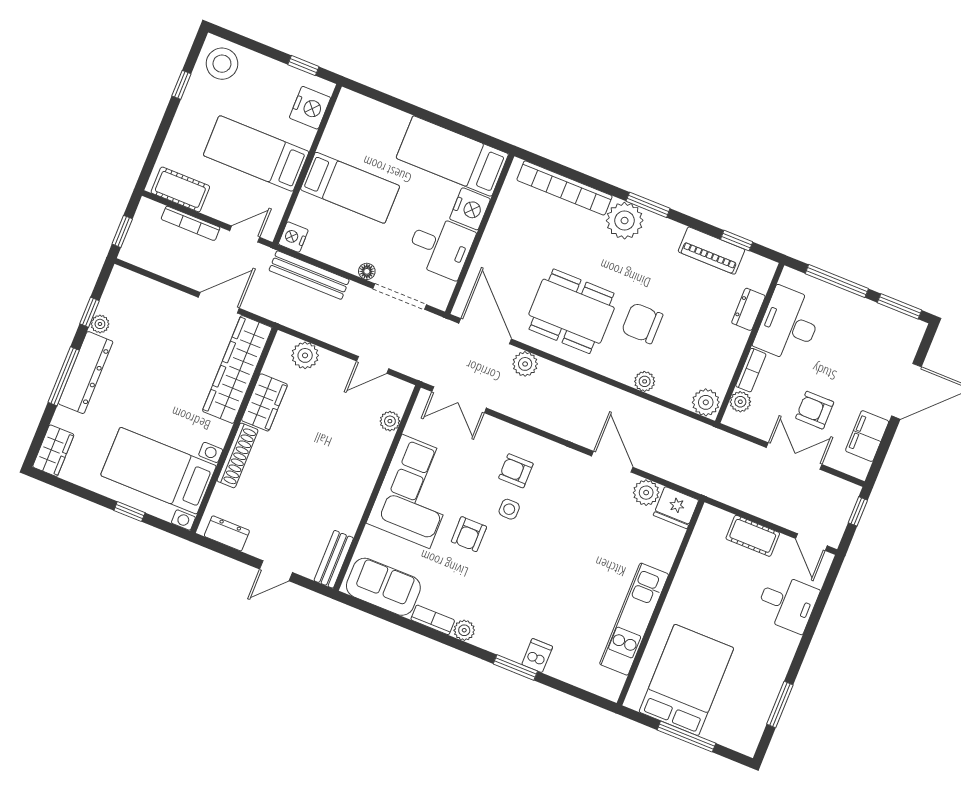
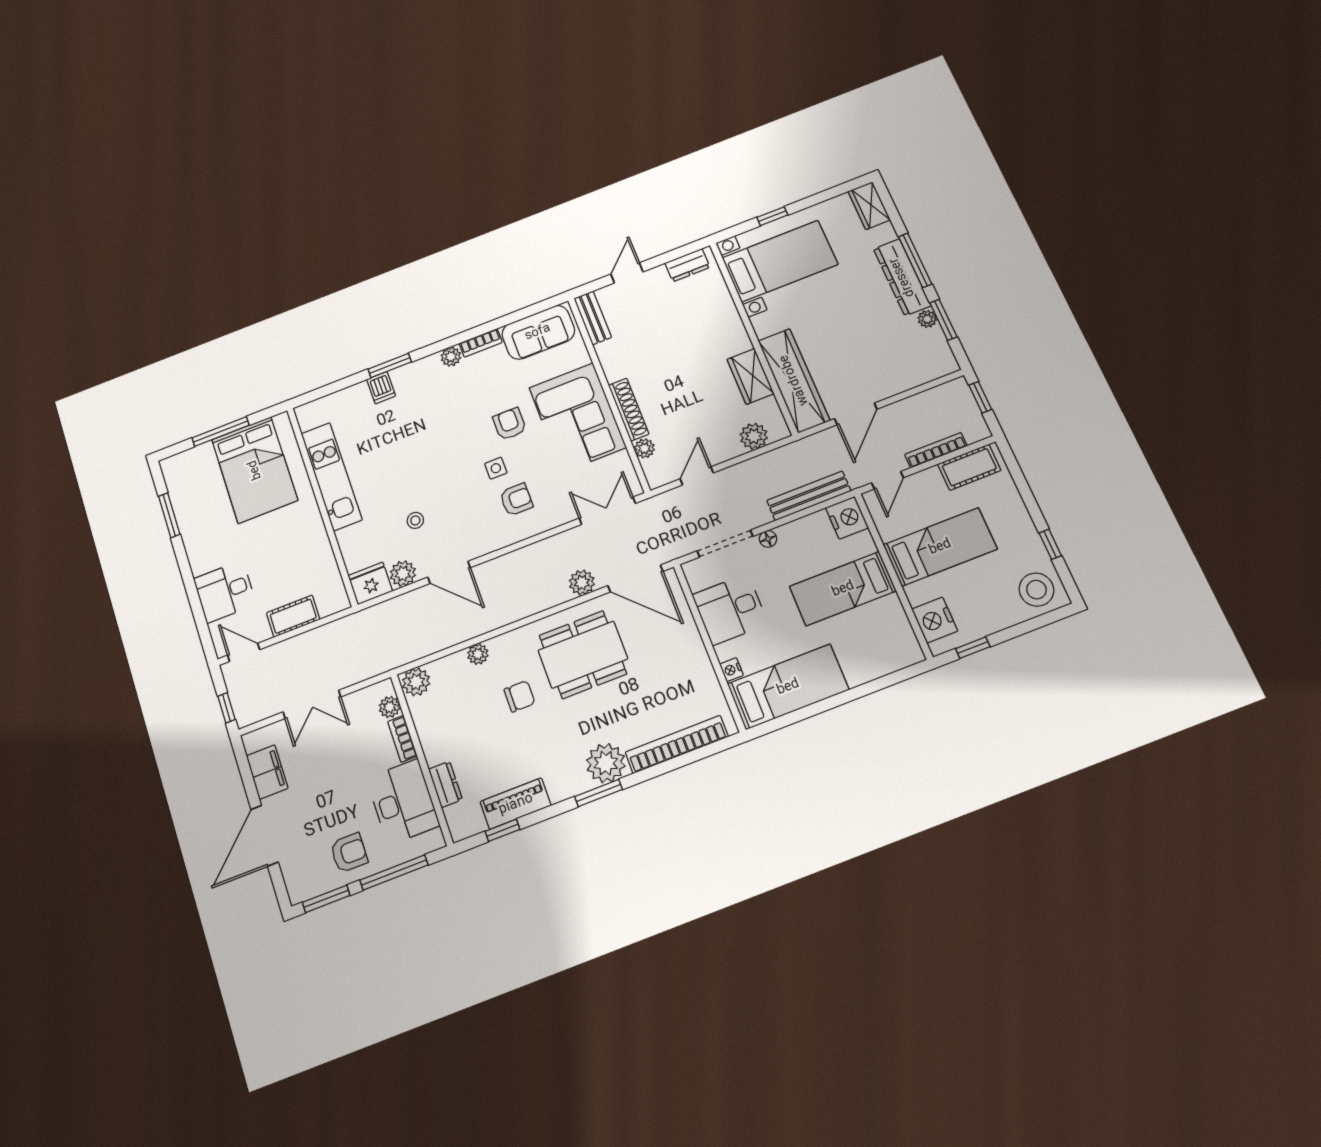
nightstand: (470, 209) -> (731, 670), width x0.53, depth x0.56
nightstand: (293, 237) -> (847, 518), width x1.36, depth x1.33
window: (90, 312) -> (943, 320), width x1.50
chair: (642, 323) -> (520, 696), width x0.73, depth x0.73
armchair: (815, 410) -> (349, 853), moved
shoe rack: (238, 455) -> (629, 410), moved, turned 180
stool: (602, 525) -> (415, 520), added

